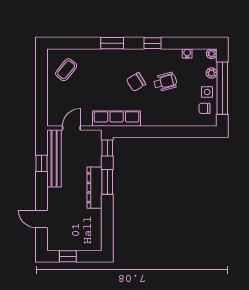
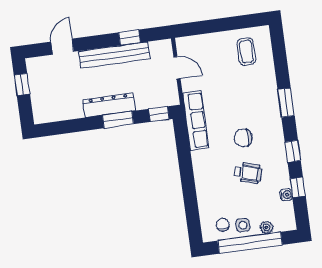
window: (182, 43) -> (298, 187), added
plant: (212, 54) -> (290, 224), removed
coffee table: (66, 70) -> (246, 52), turned 51
chair: (136, 82) -> (243, 138), turned -58
wheelchair: (165, 82) -> (248, 173), turned -59
bench: (54, 158) -> (114, 55), moved

